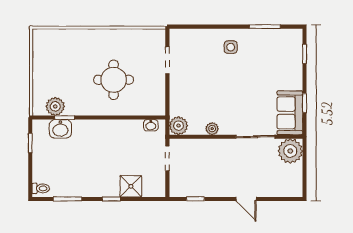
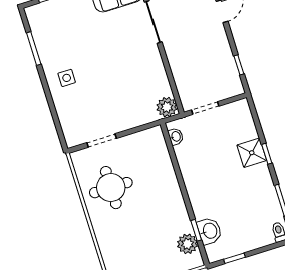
round table: (114, 80) -> (111, 188), moved
plant: (212, 129) -> (159, 70), removed
shower: (131, 186) -> (252, 153), moved

